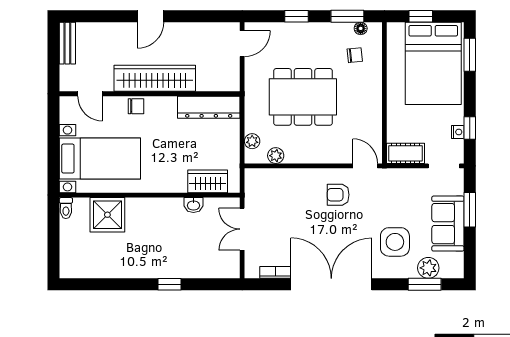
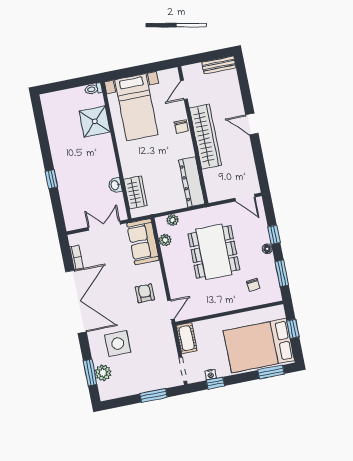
floor lamp: (361, 28) -> (267, 249), moved
sofa: (448, 224) -> (143, 242), moved, turned -90

